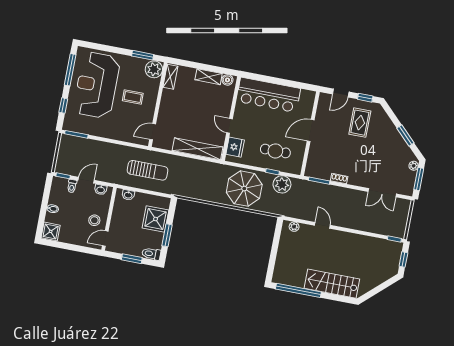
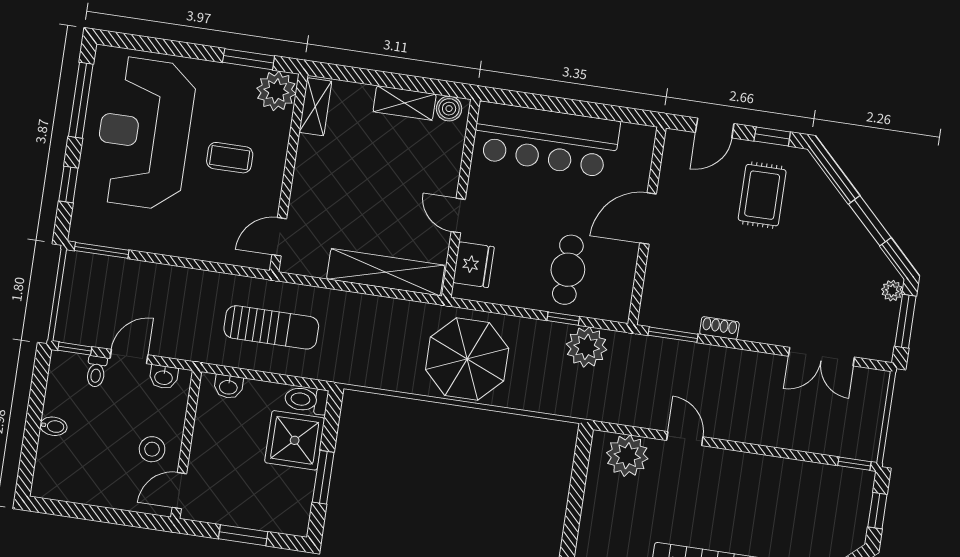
cafe table: (275, 151) -> (568, 270), turned 90
parasol: (244, 189) -> (467, 359), moved
plant: (294, 227) -> (627, 456), width x1.88, depth x1.88
shower: (51, 231) -> (51, 480), removed
toilet: (151, 254) -> (306, 400), moved

